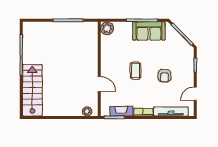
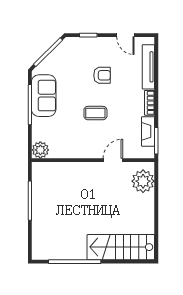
plant: (87, 111) -> (143, 181), width x1.87, depth x1.87

